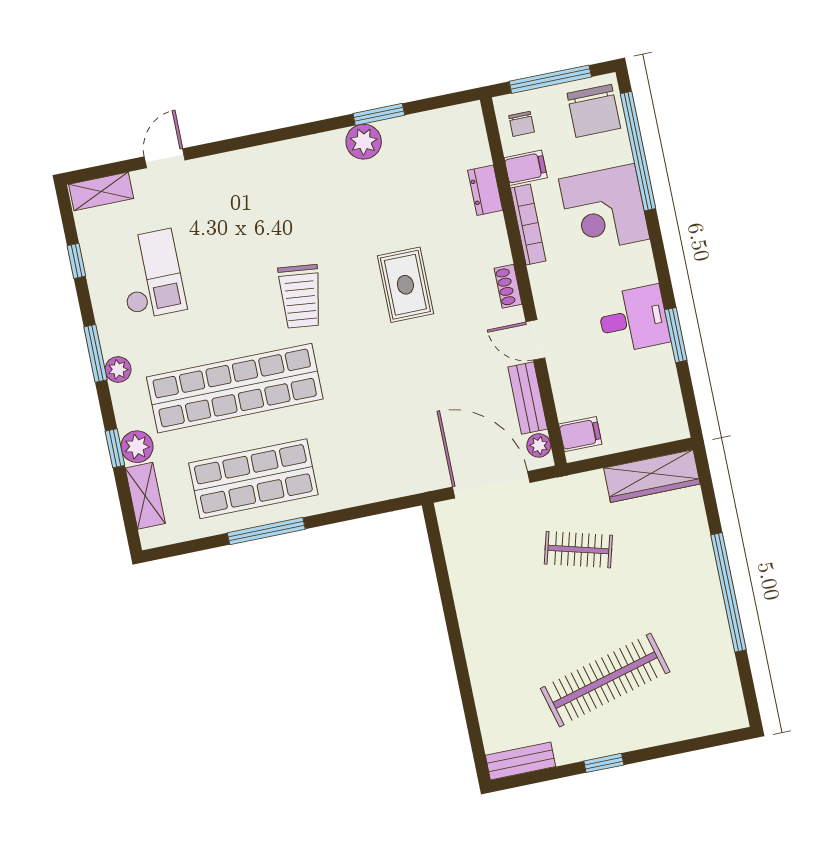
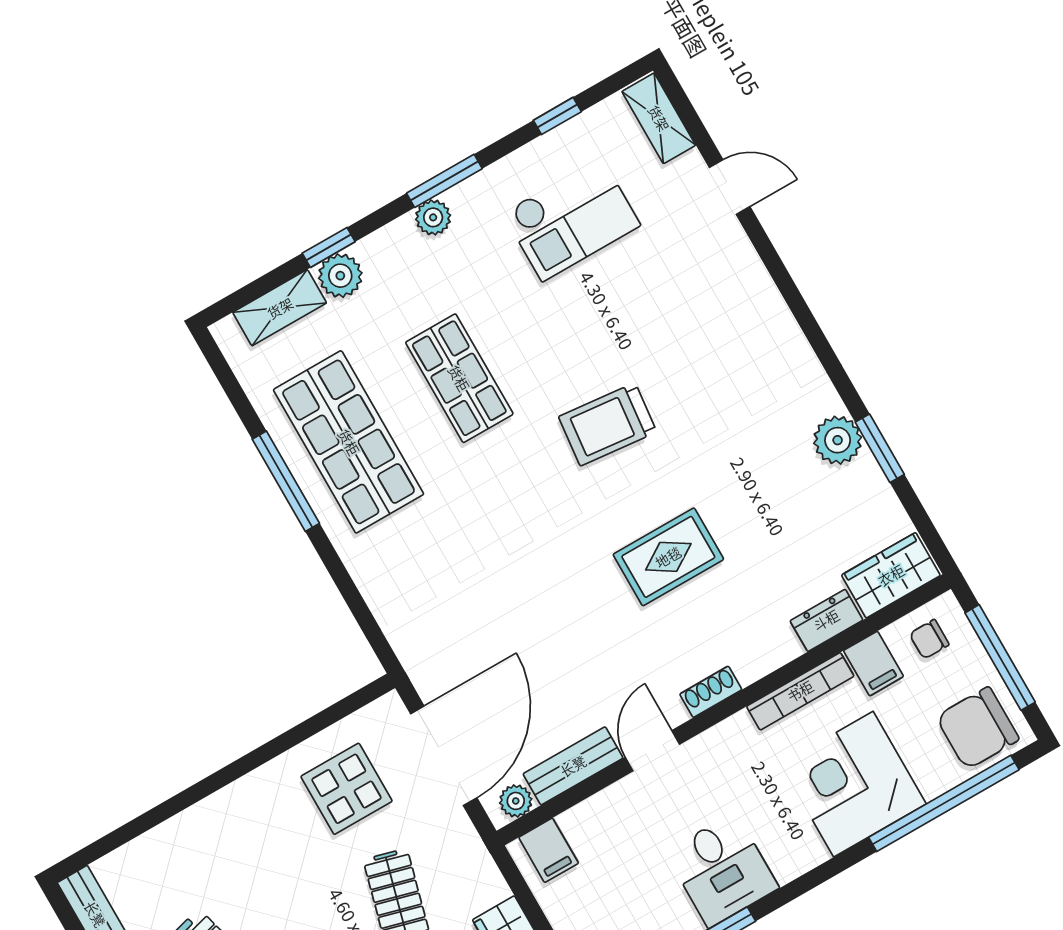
wardrobe: (469, 136) -> (891, 575), added
shop shelf: (235, 388) -> (459, 378), width x0.50, depth x0.74
display table: (492, 559) -> (346, 789), added

